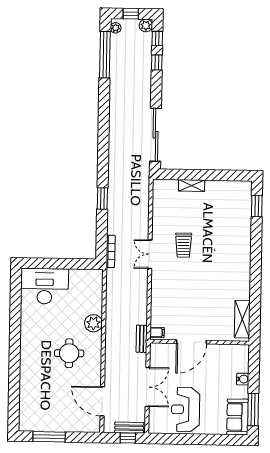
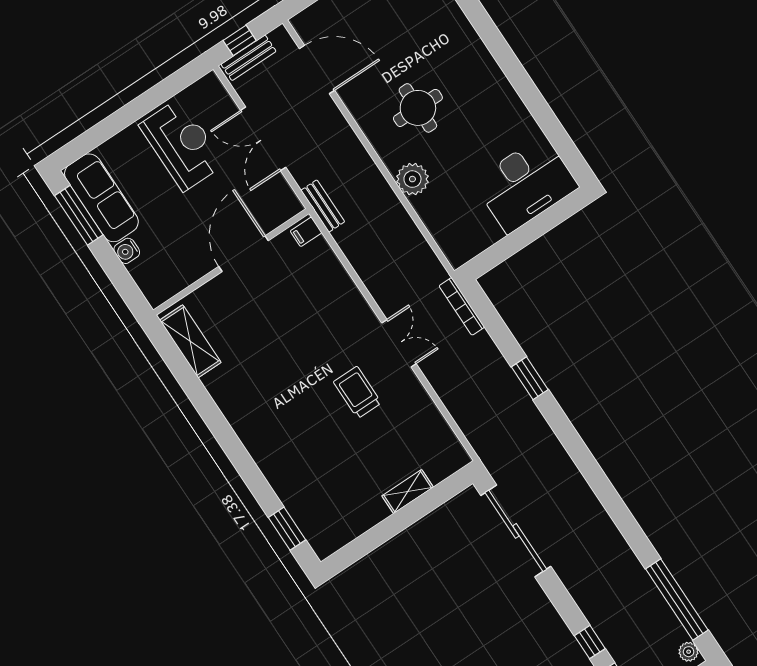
sofa: (238, 417) -> (101, 198), width x1.36

